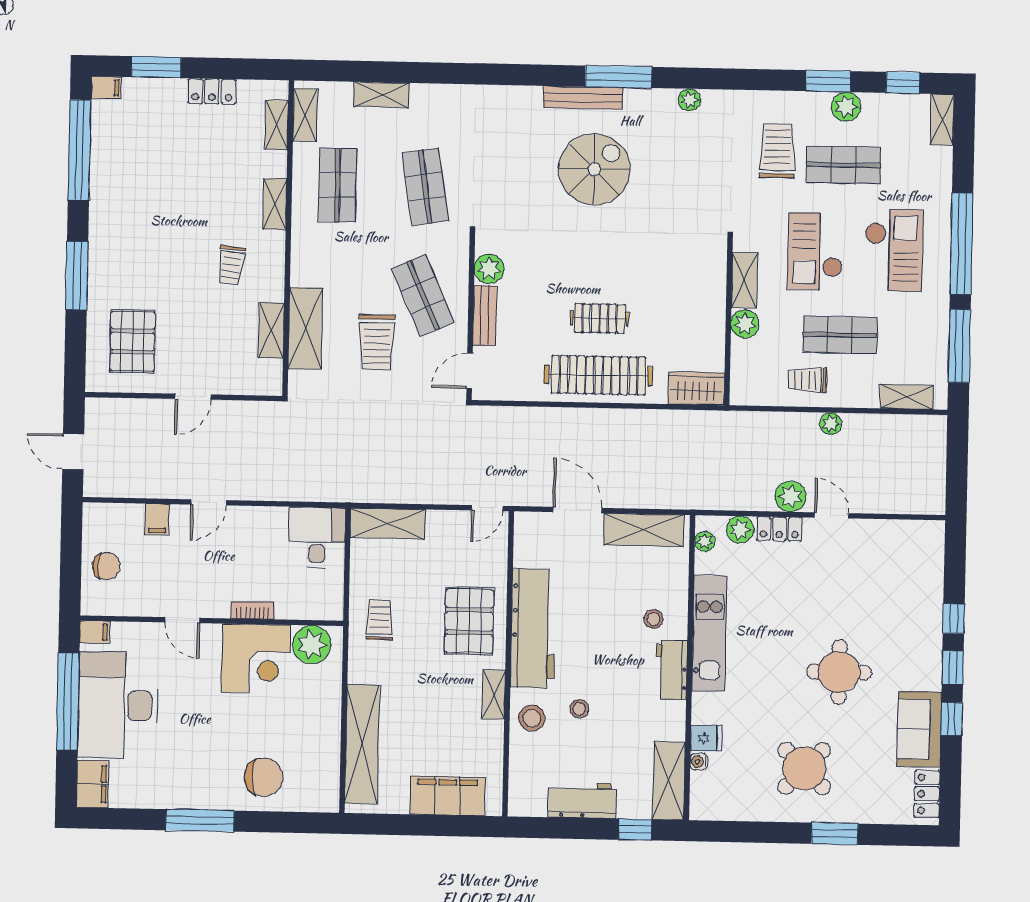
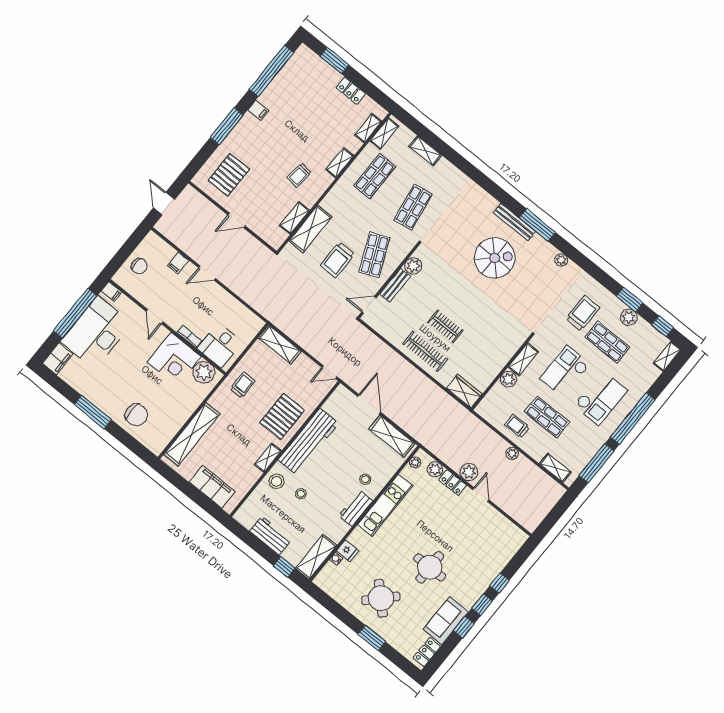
filing cabinet: (106, 88) -> (258, 110), moved
clothes rail: (598, 375) -> (425, 351), width x0.73, depth x0.76
desk: (317, 537) -> (220, 345), moved, turned 180

